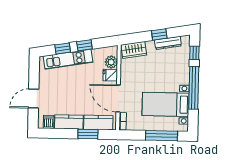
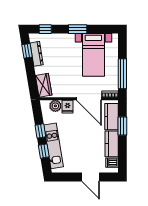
window: (159, 34) -> (27, 51), moved
window: (194, 88) -> (78, 29), width x0.47
door: (118, 98) -> (89, 99), hinge flipped
window: (161, 136) -> (122, 74), moved

